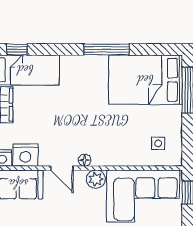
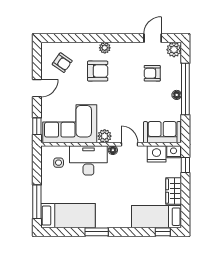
window: (107, 49) -> (97, 232), width x0.69
bed: (145, 80) -> (68, 216), width x0.67
desk: (118, 146) -> (88, 160), added

